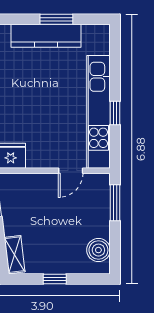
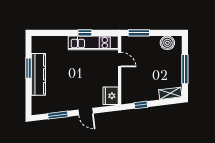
kitchen unit: (98, 112) -> (93, 43), width x0.73
window: (55, 279) -> (185, 69), width x2.17

